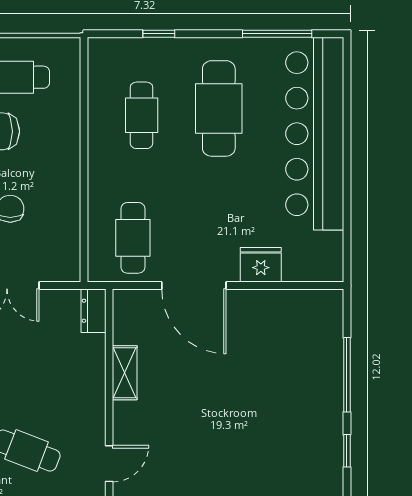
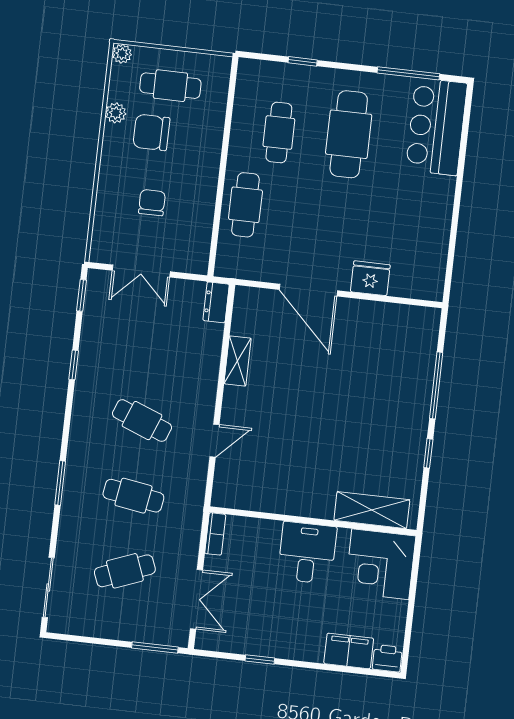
bar counter: (315, 134) -> (436, 127), width x0.54
cafe table: (133, 238) -> (245, 205), moved

